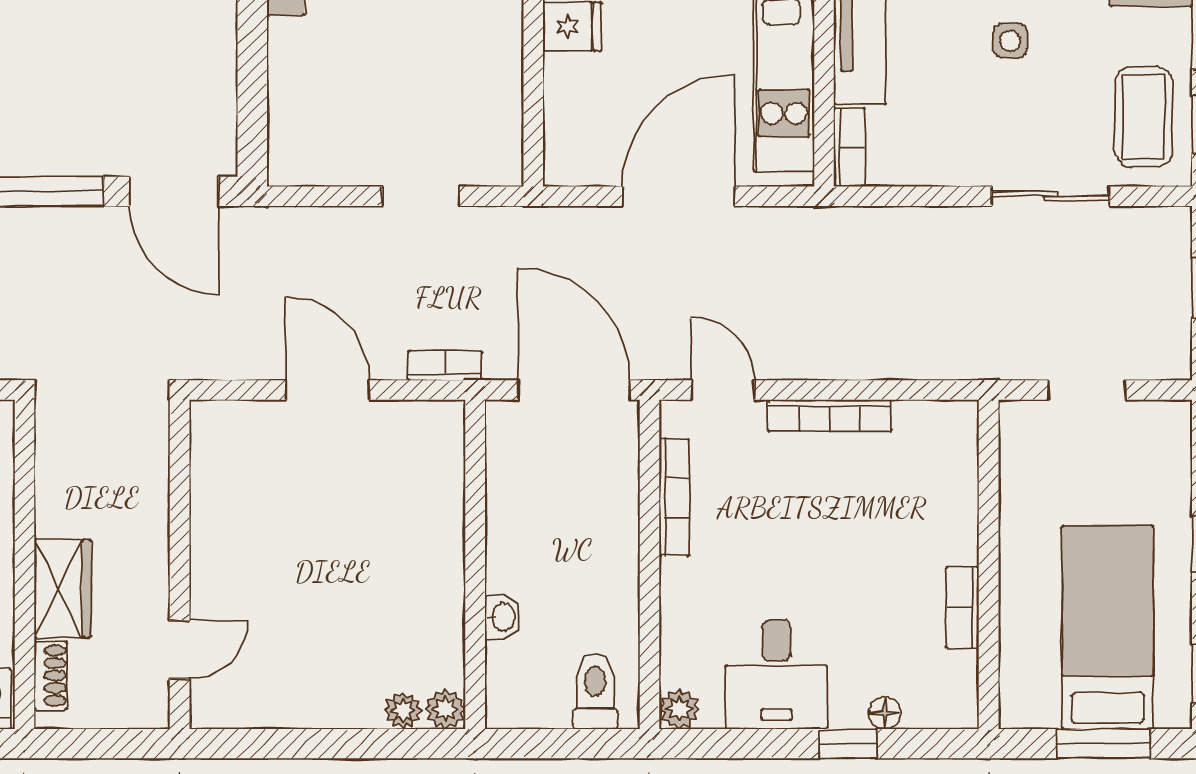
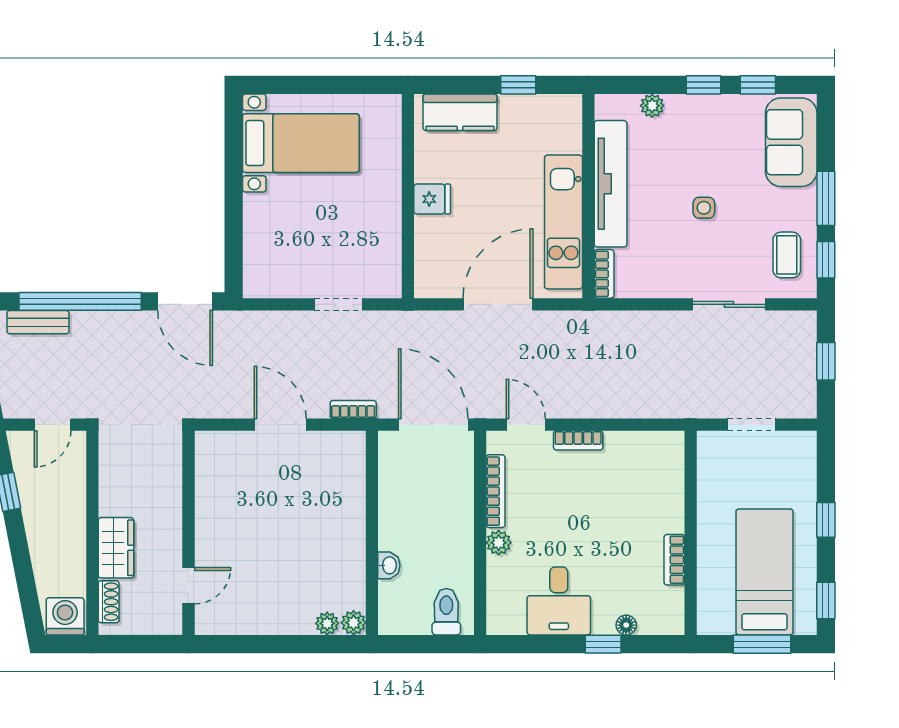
coffee table: (1144, 117) -> (787, 255), width x0.73, depth x0.77
bookcase: (830, 416) -> (578, 440), width x0.64
plant: (679, 709) -> (499, 543), moved

